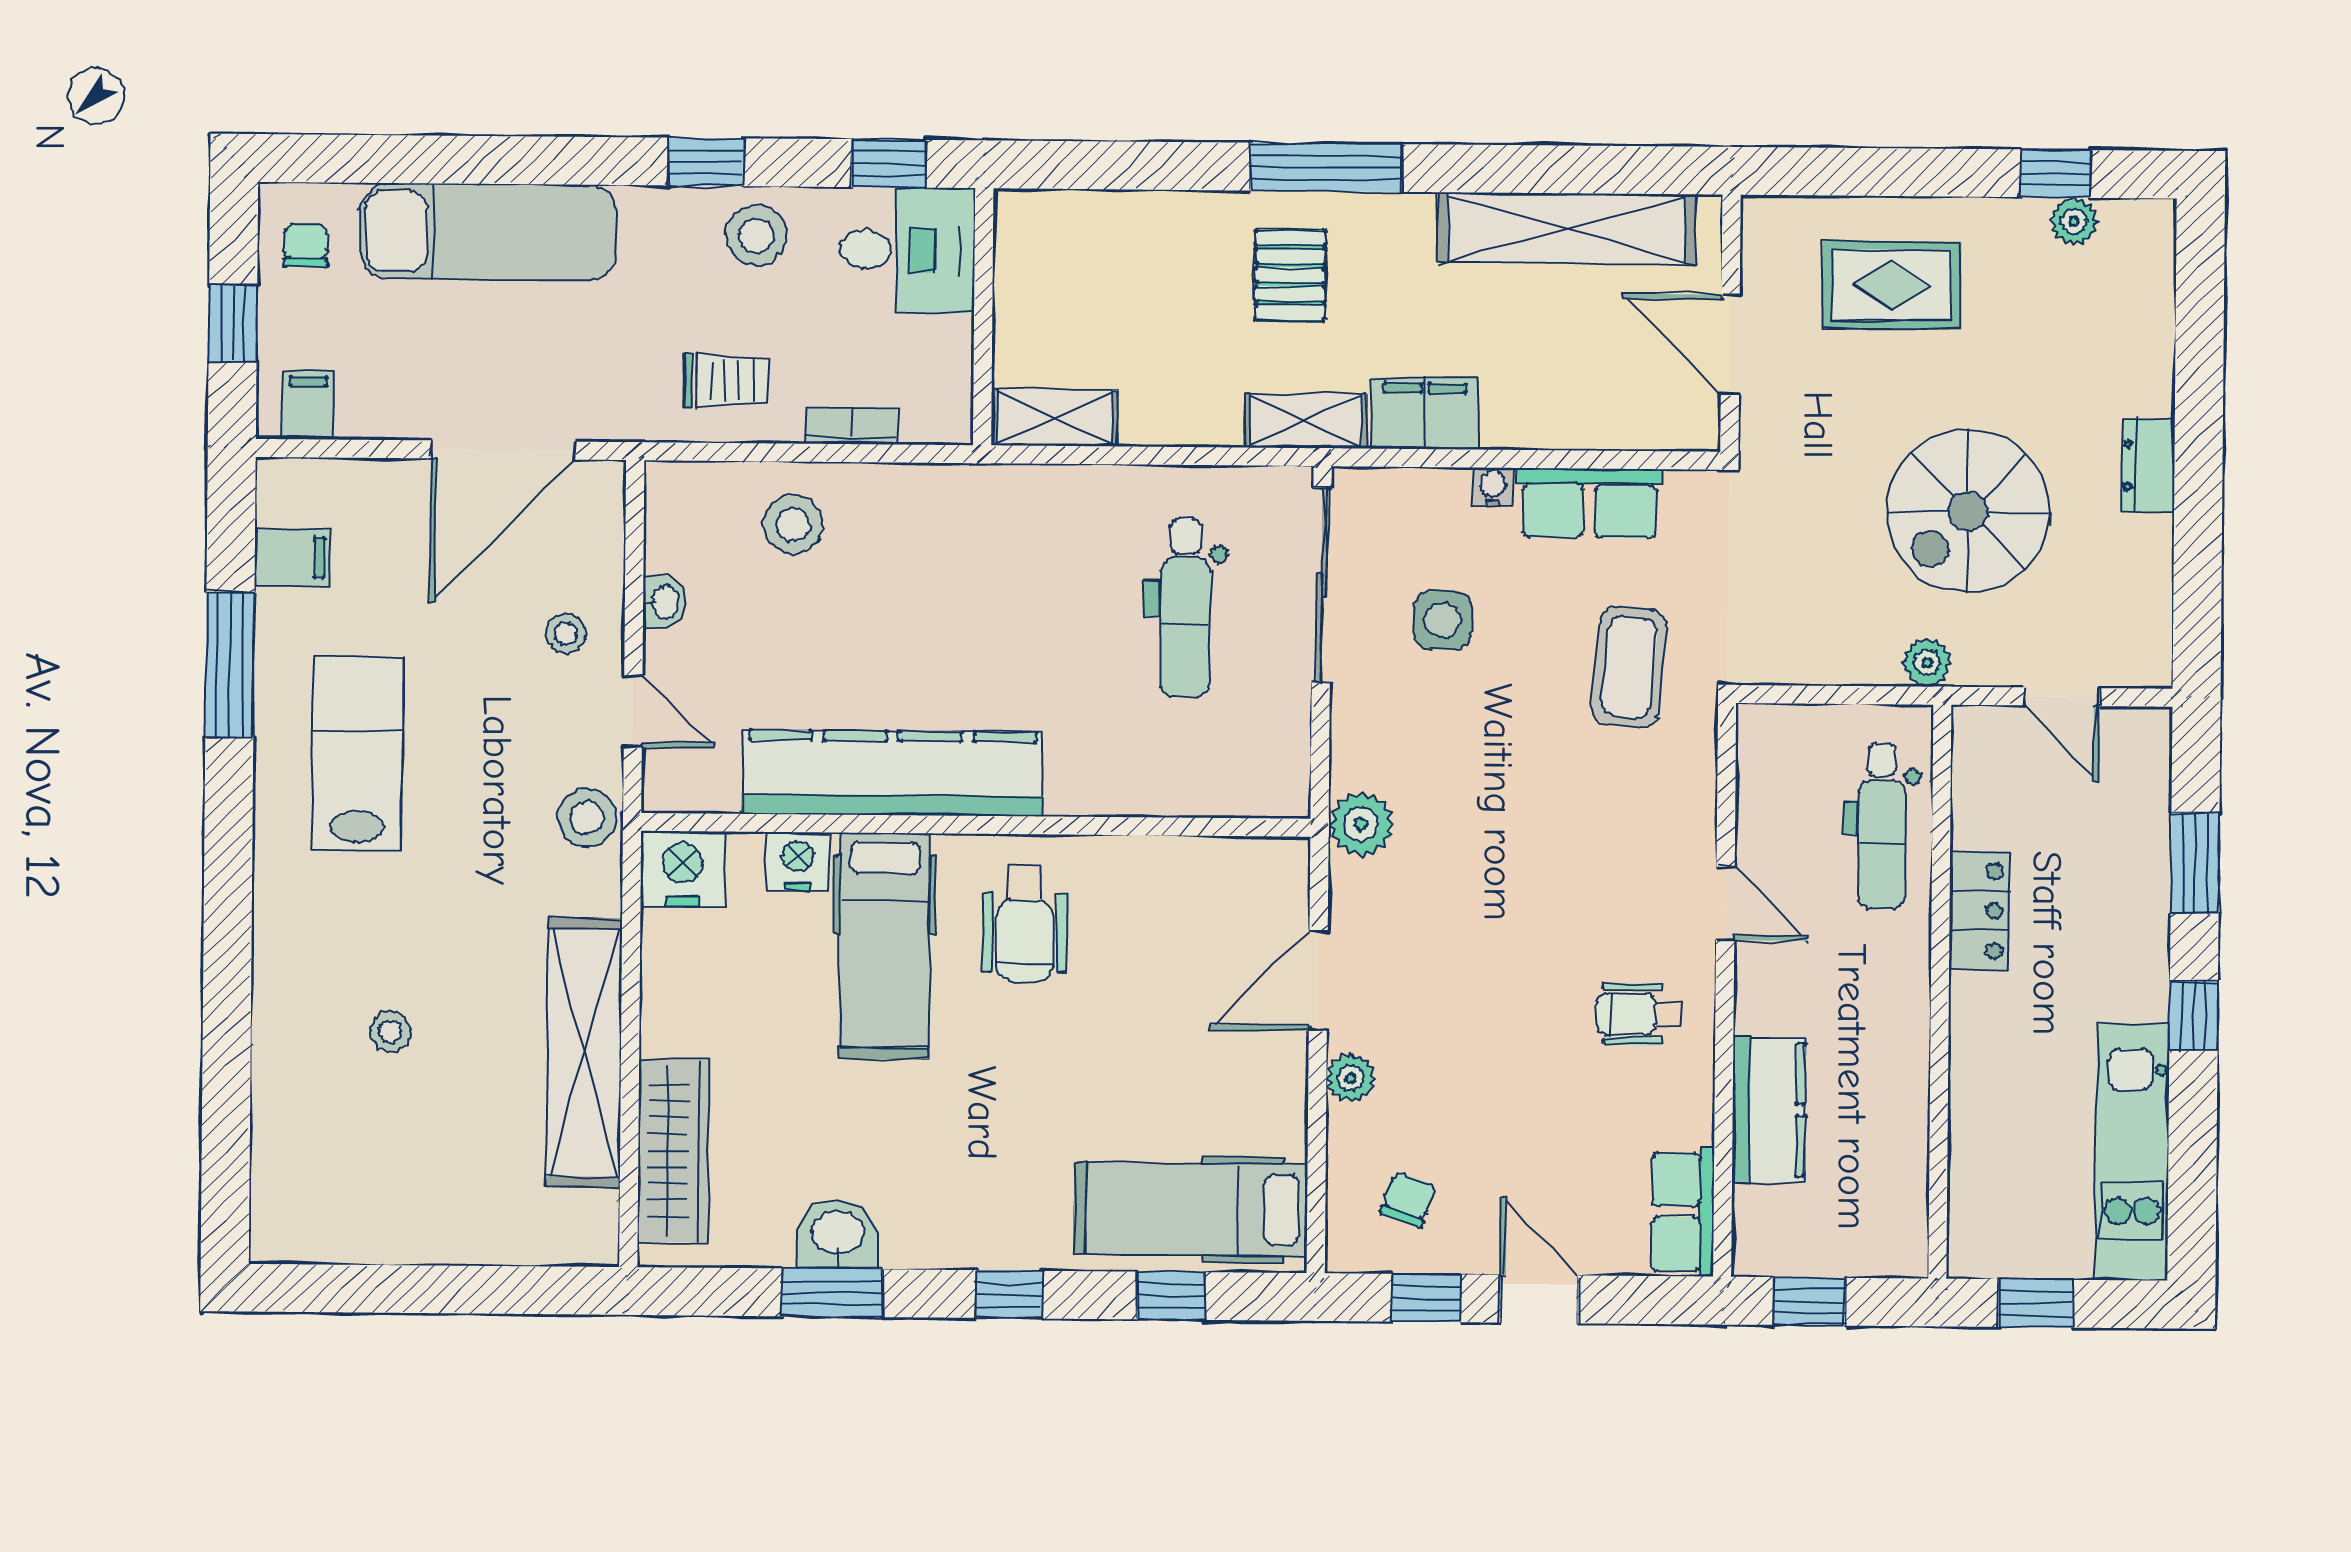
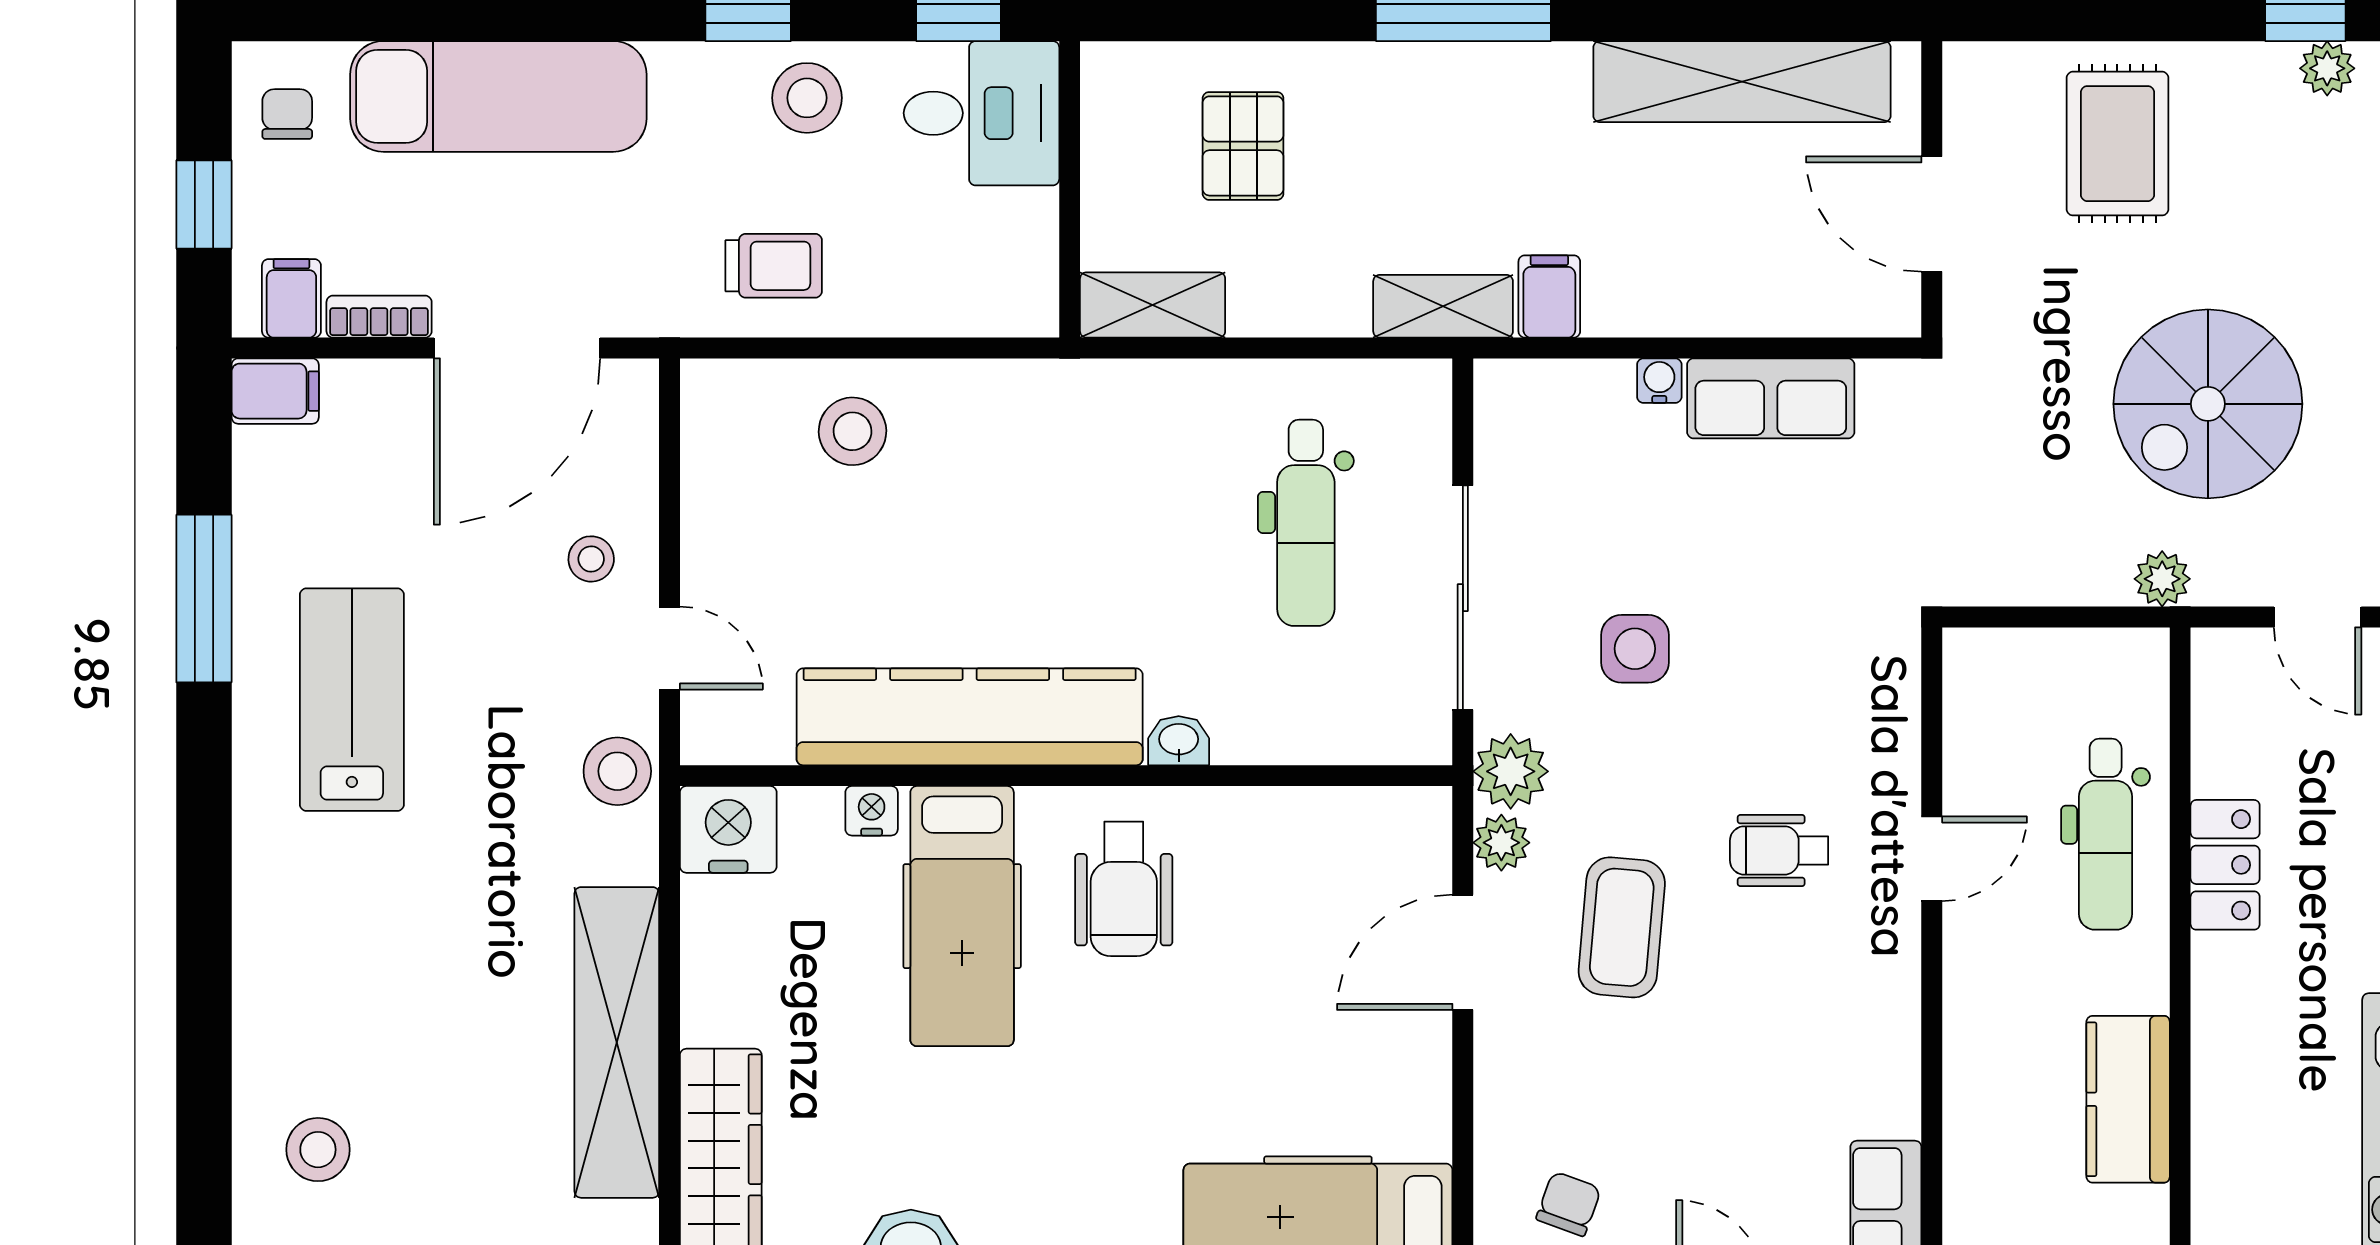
pallet: (1290, 275) -> (1243, 146), moved
rug: (1892, 285) -> (2117, 144), turned 90
filing cabinet: (1425, 413) -> (1549, 296), width x0.50
bookcase: (852, 426) -> (379, 317), moved
filing cabinet: (293, 558) -> (275, 391), moved
sliding door: (1322, 585) -> (1463, 598), moved
washbasin: (664, 602) -> (1179, 741), moved, turned -90
side table: (1443, 620) -> (1635, 649), moved
coffee table: (1629, 667) -> (1622, 927), moved
dental chair: (1882, 826) -> (2106, 834), moved
nightstand: (798, 861) -> (872, 811), width x0.72, depth x0.74
door: (1725, 903) -> (1932, 859), hinge flipped
wheelchair: (1639, 1014) -> (1779, 850), moved
stool: (390, 1031) -> (318, 1150), moved, width x1.37, depth x1.37
plant: (1351, 1078) -> (1501, 843), moved
kitchen counter: (1769, 1110) -> (2128, 1099), moved, turned 180

